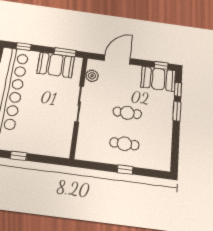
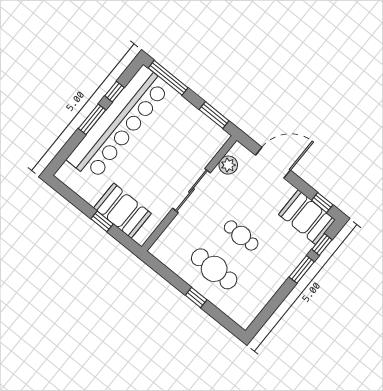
window: (24, 47) -> (168, 78), width x2.17
booth: (56, 65) -> (122, 211), moved
cafe table: (124, 144) -> (214, 269), width x1.37, depth x1.35
window: (18, 156) -> (102, 221), moved

